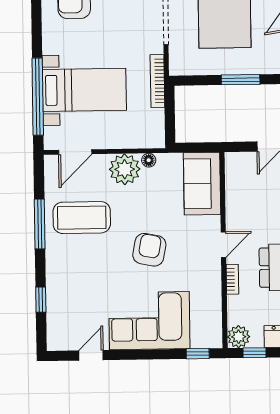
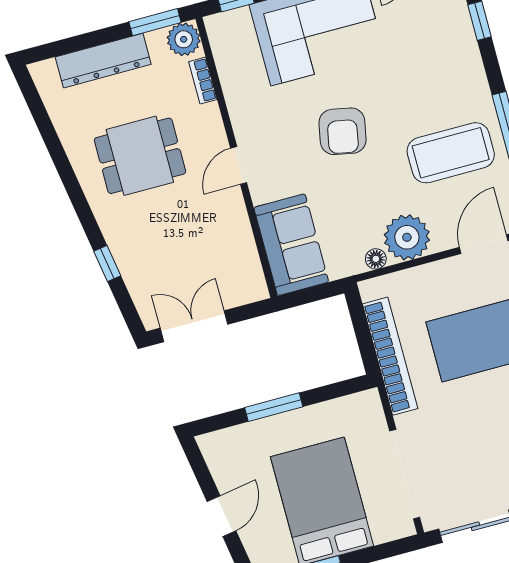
bookcase: (157, 81) -> (390, 356), width x1.48, depth x1.31
bookcase: (232, 279) -> (203, 81), moved
window: (255, 353) -> (155, 22), width x1.50

